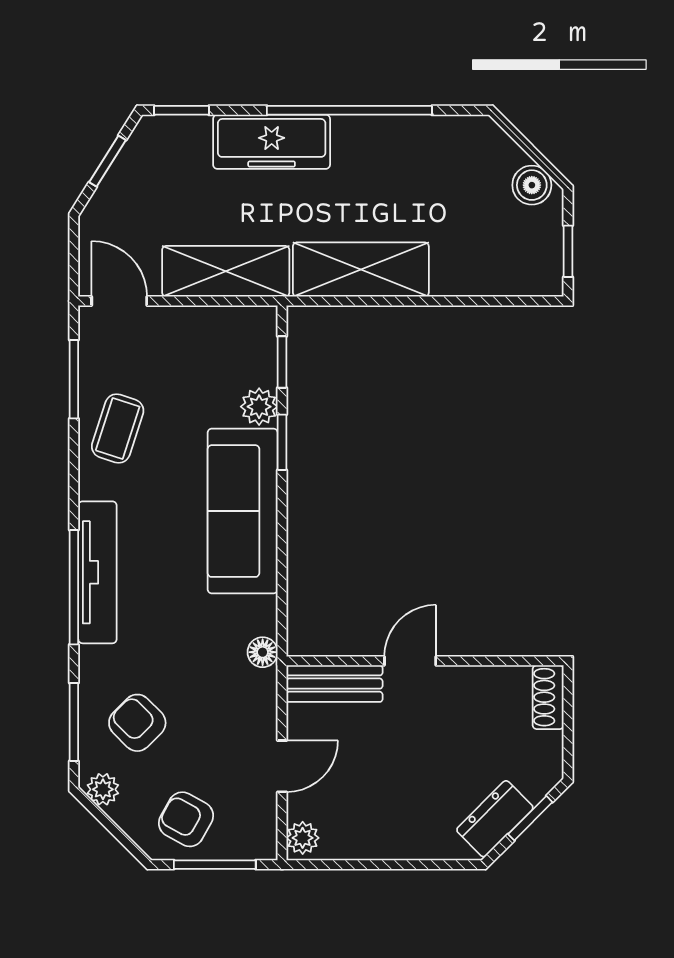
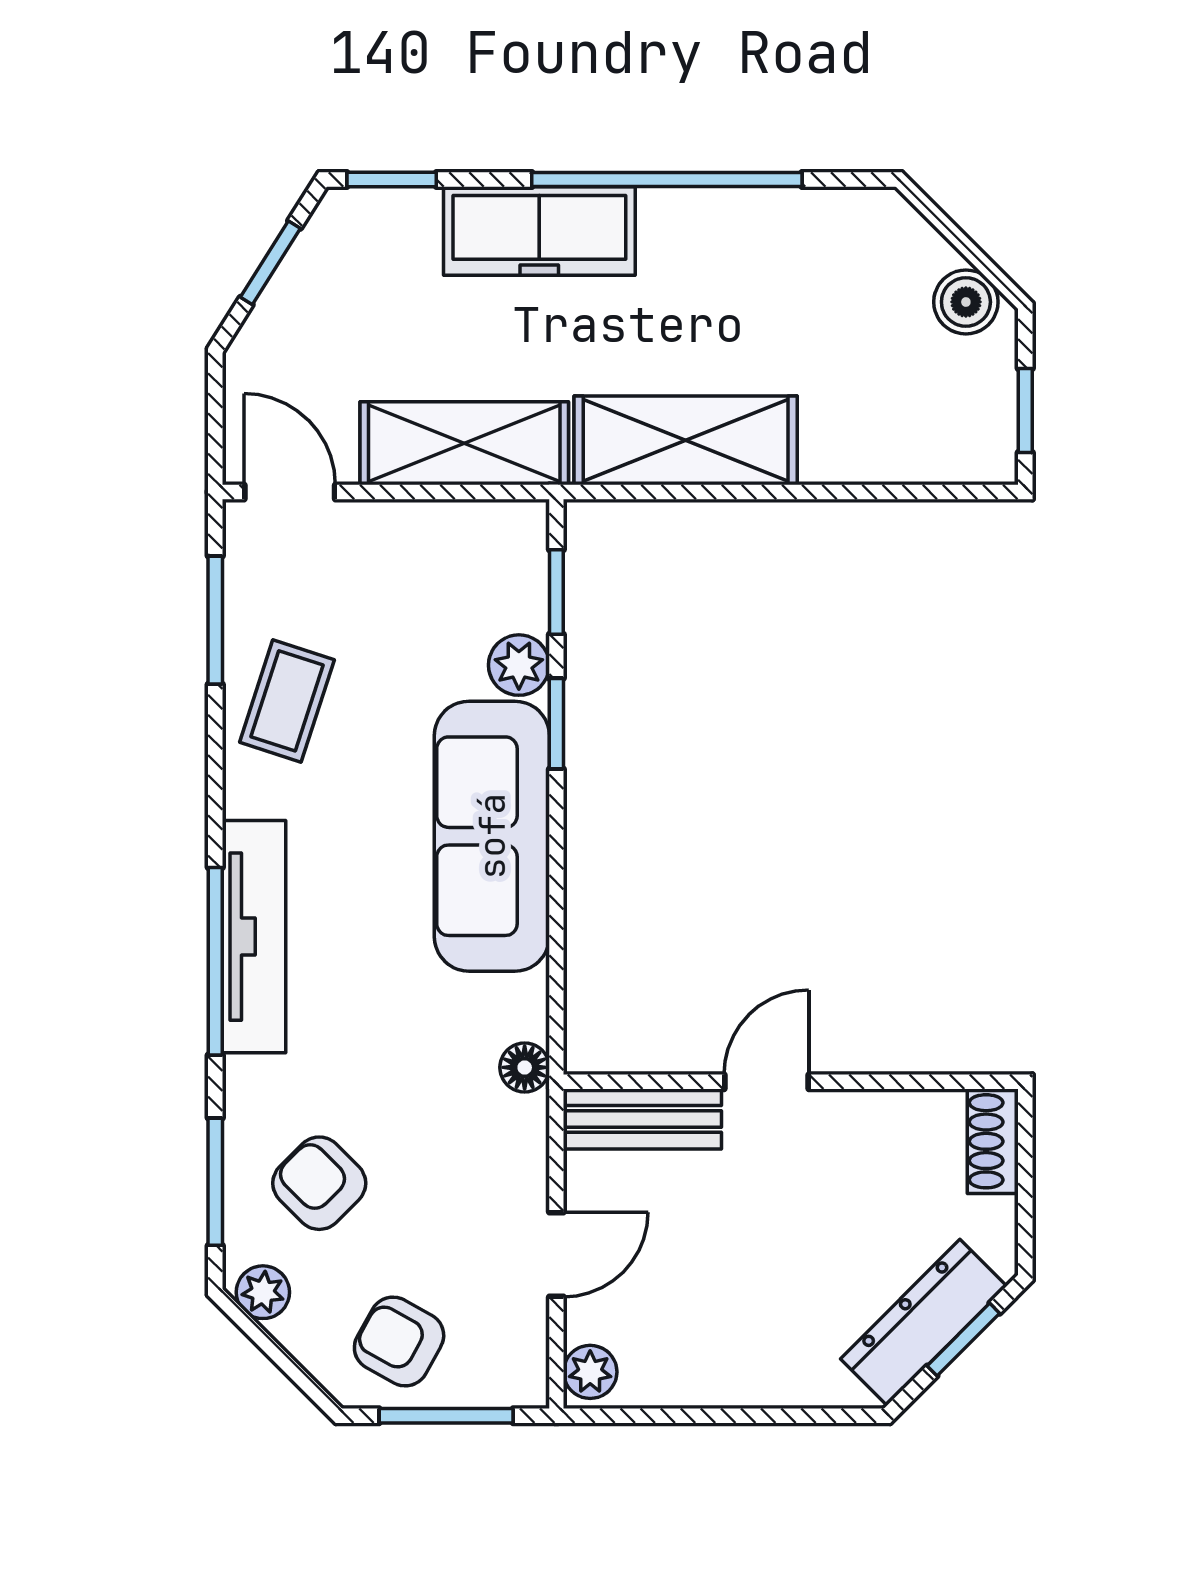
dresser: (495, 819) -> (924, 1322), width x1.44

